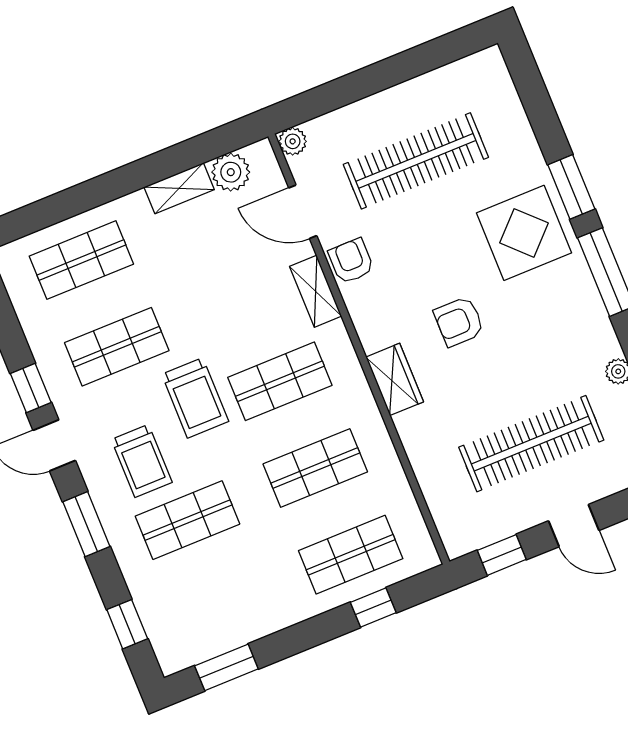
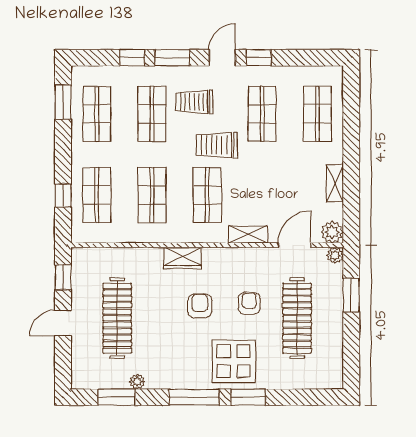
window: (345, 91) -> (351, 295), added
plant: (231, 172) -> (332, 232), moved
armchair: (351, 261) -> (249, 303), moved, turned -90
shop shelf: (223, 607) -> (97, 114), added
window: (127, 624) -> (132, 58), moved

